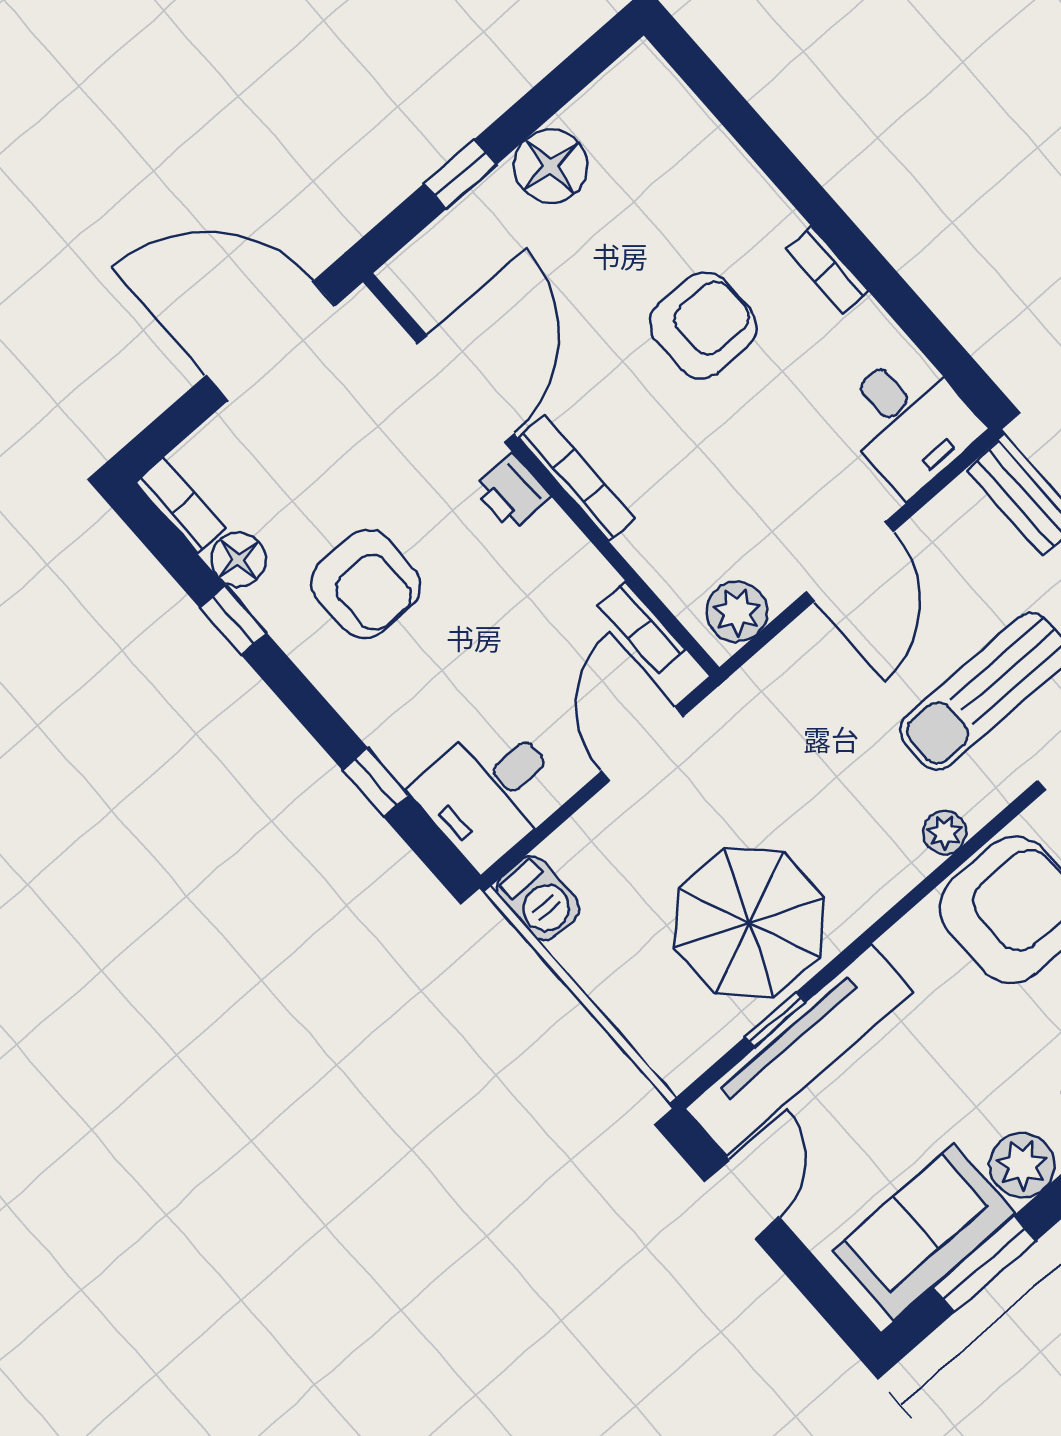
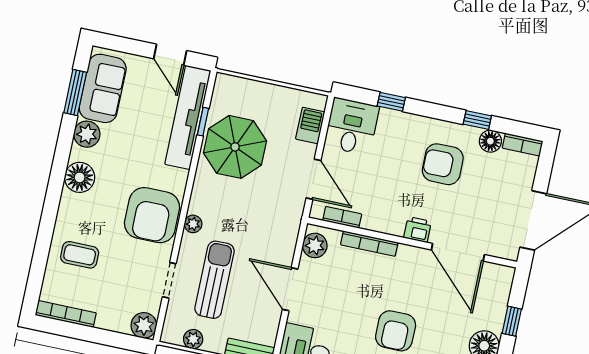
bookcase: (577, 478) -> (369, 244), moved
barbecue: (538, 898) -> (310, 126), moved, turned 90

